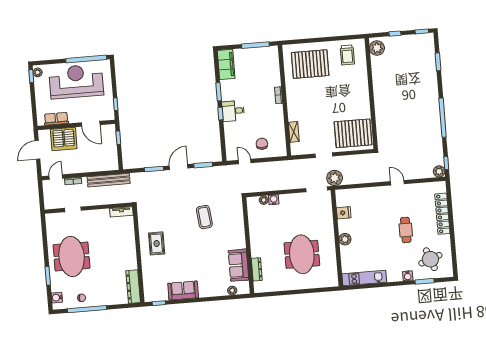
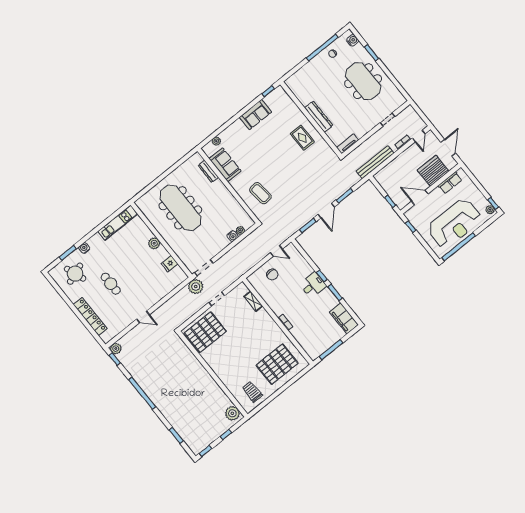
coffee table: (204, 217) -> (260, 193), moved
meeting table: (302, 254) -> (180, 208), width x1.36
dresser: (133, 287) -> (319, 117), moved

